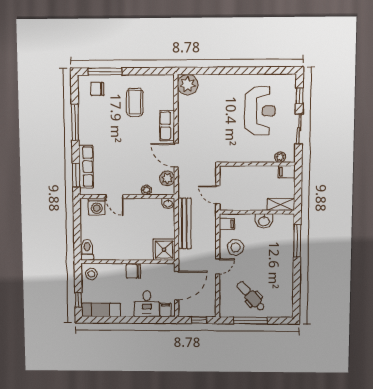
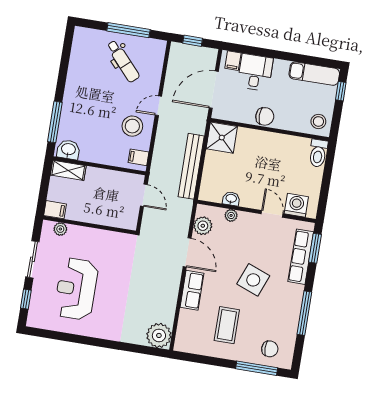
side table: (120, 142) -> (253, 280), added
washbasin: (168, 203) -> (231, 199), moved
washbasin: (264, 221) -> (68, 150), moved

